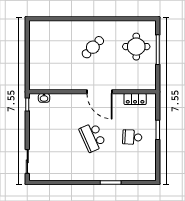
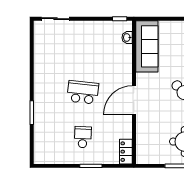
sofa: (52, 80) -> (147, 46), added
locker: (135, 99) -> (126, 152), moved
school desk: (93, 137) -> (83, 92), turned 30

